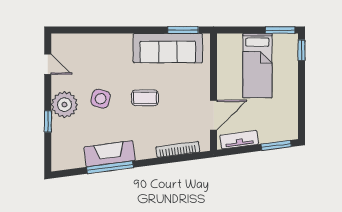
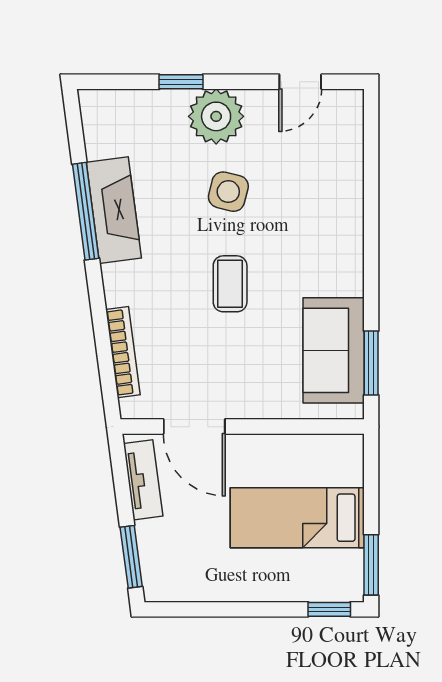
sofa: (168, 48) -> (334, 350), width x0.73

